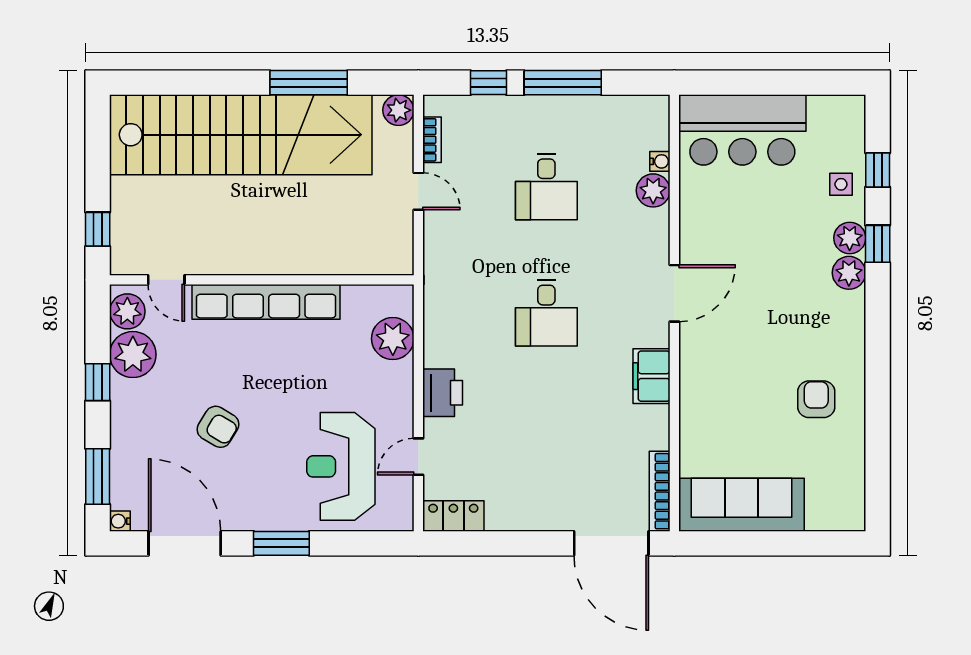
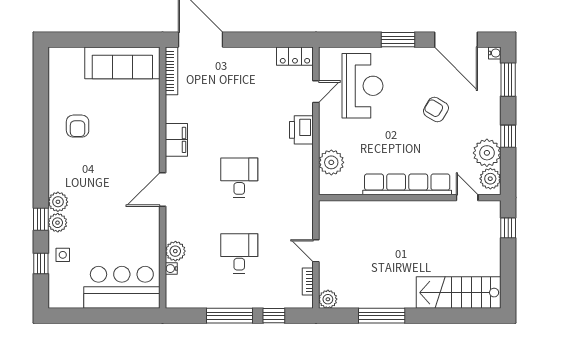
stairs: (241, 135) -> (459, 293), width x0.54, depth x0.66

